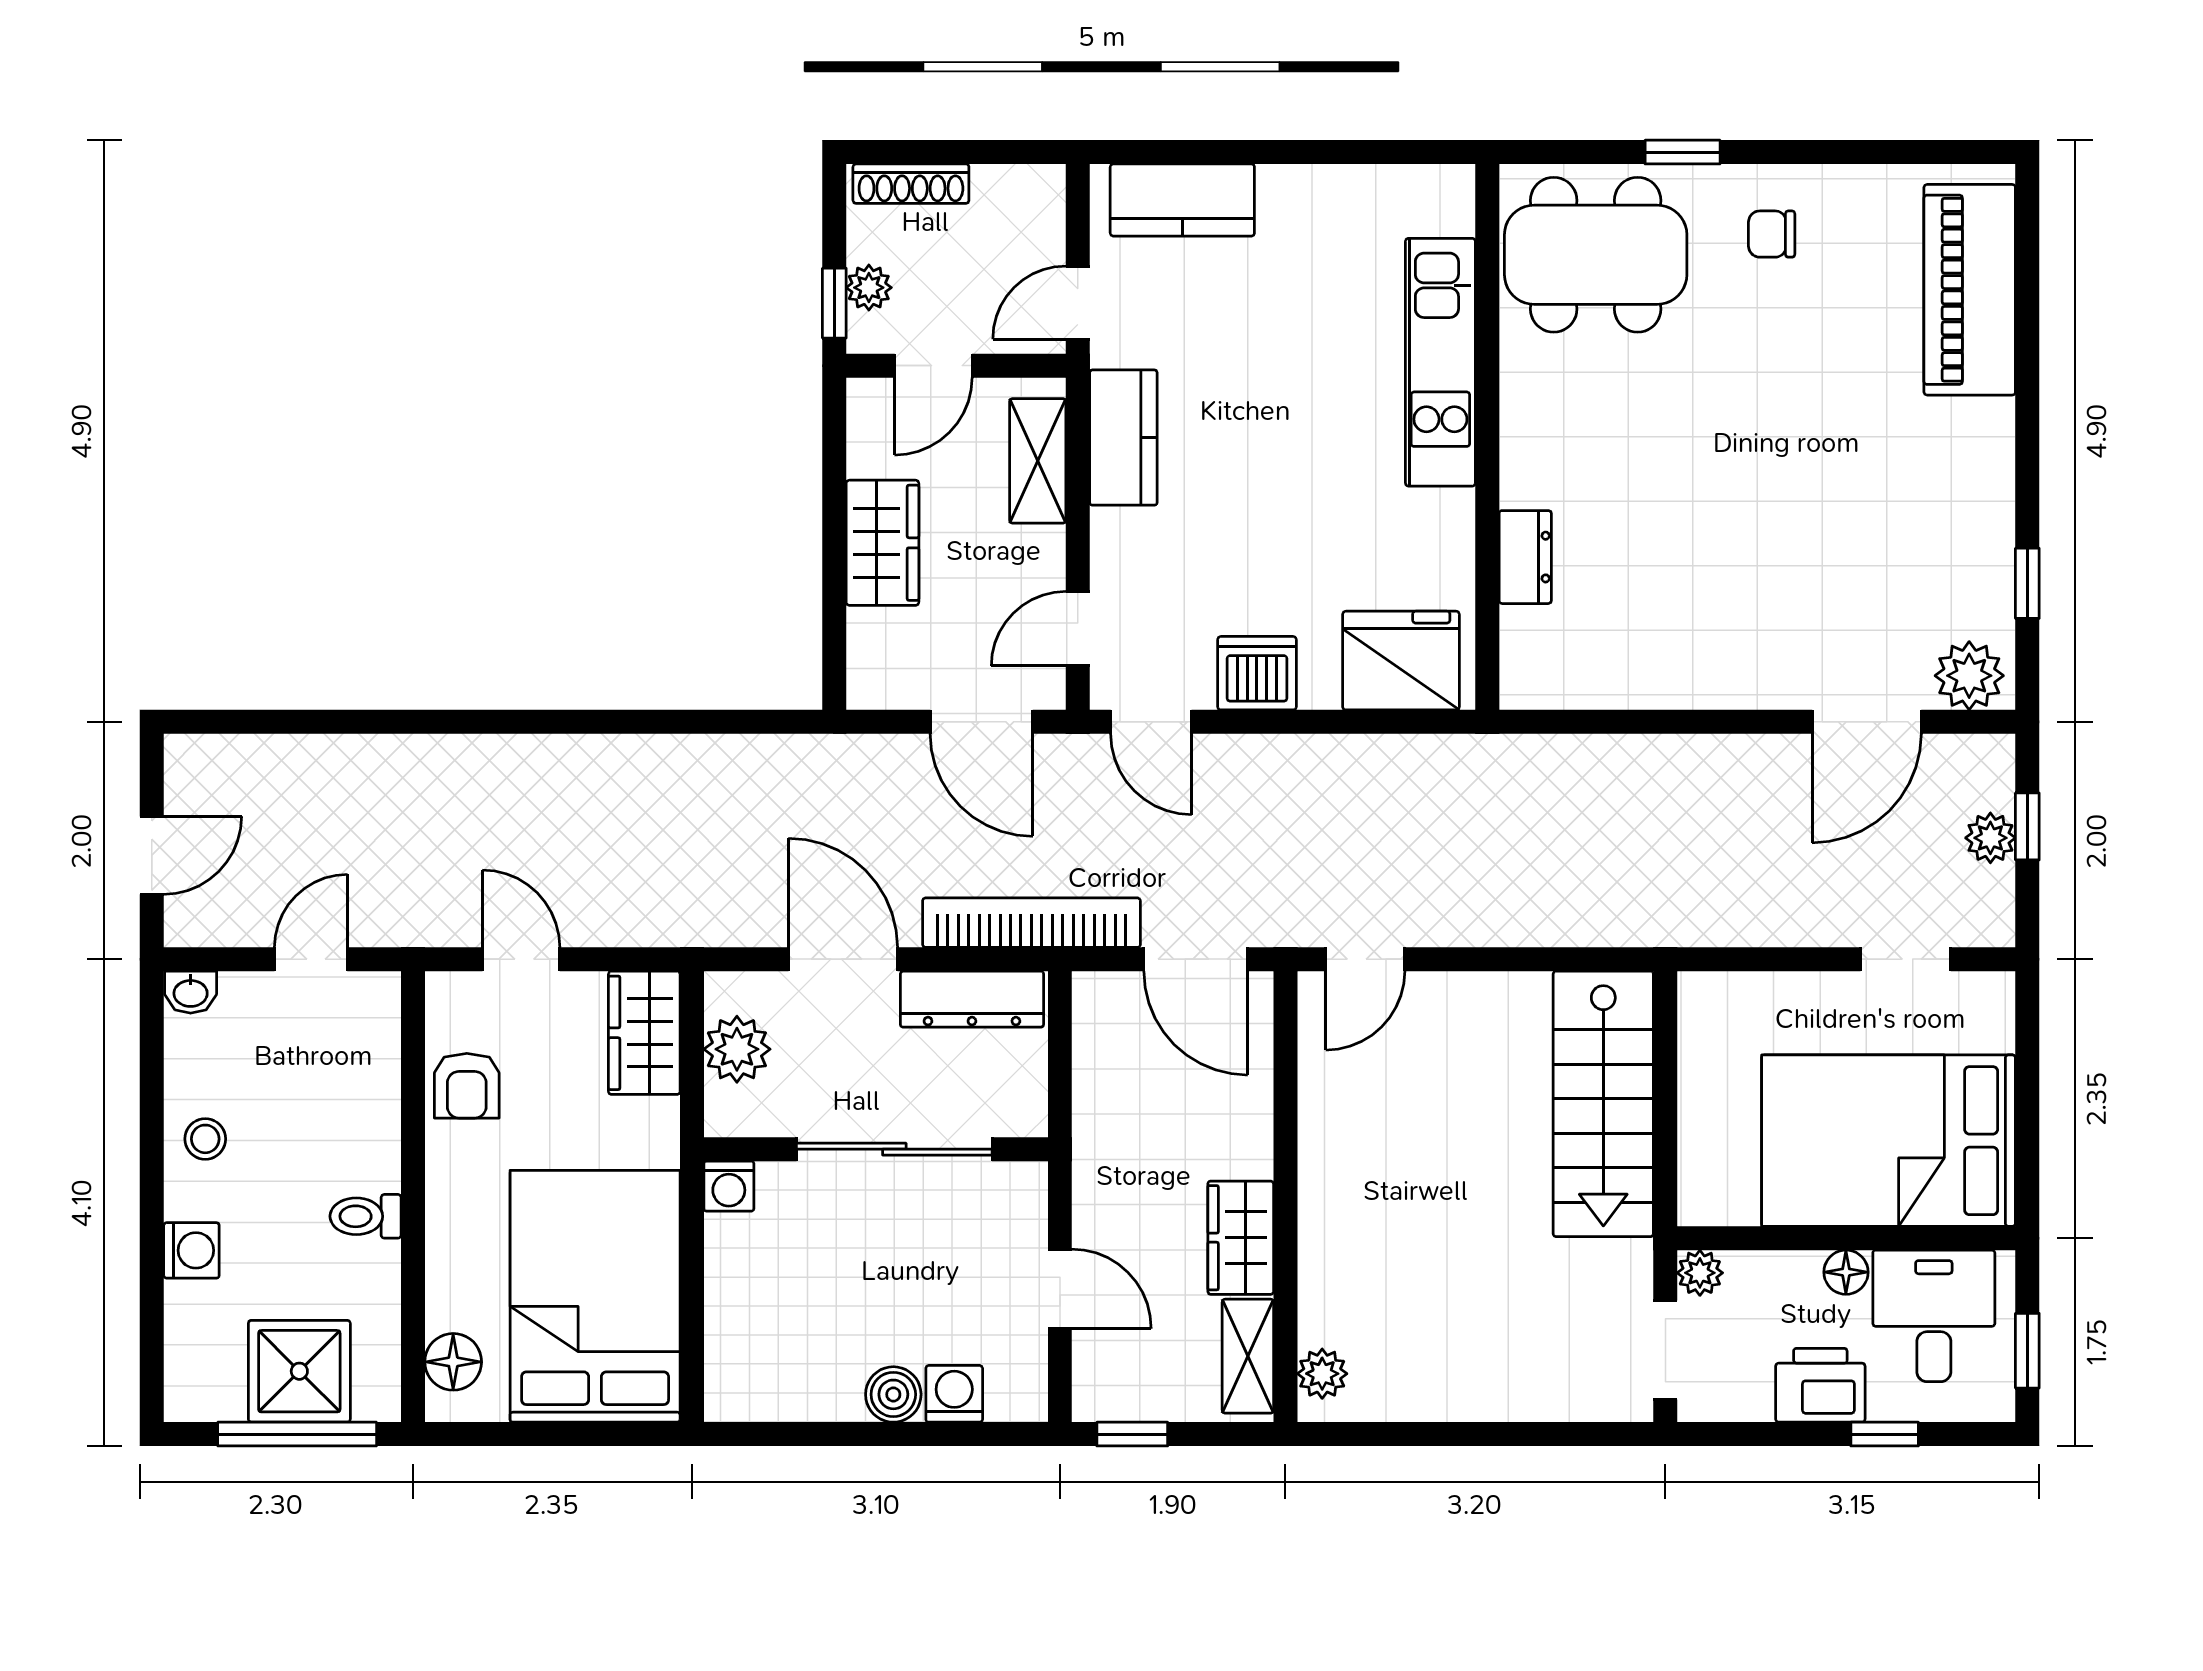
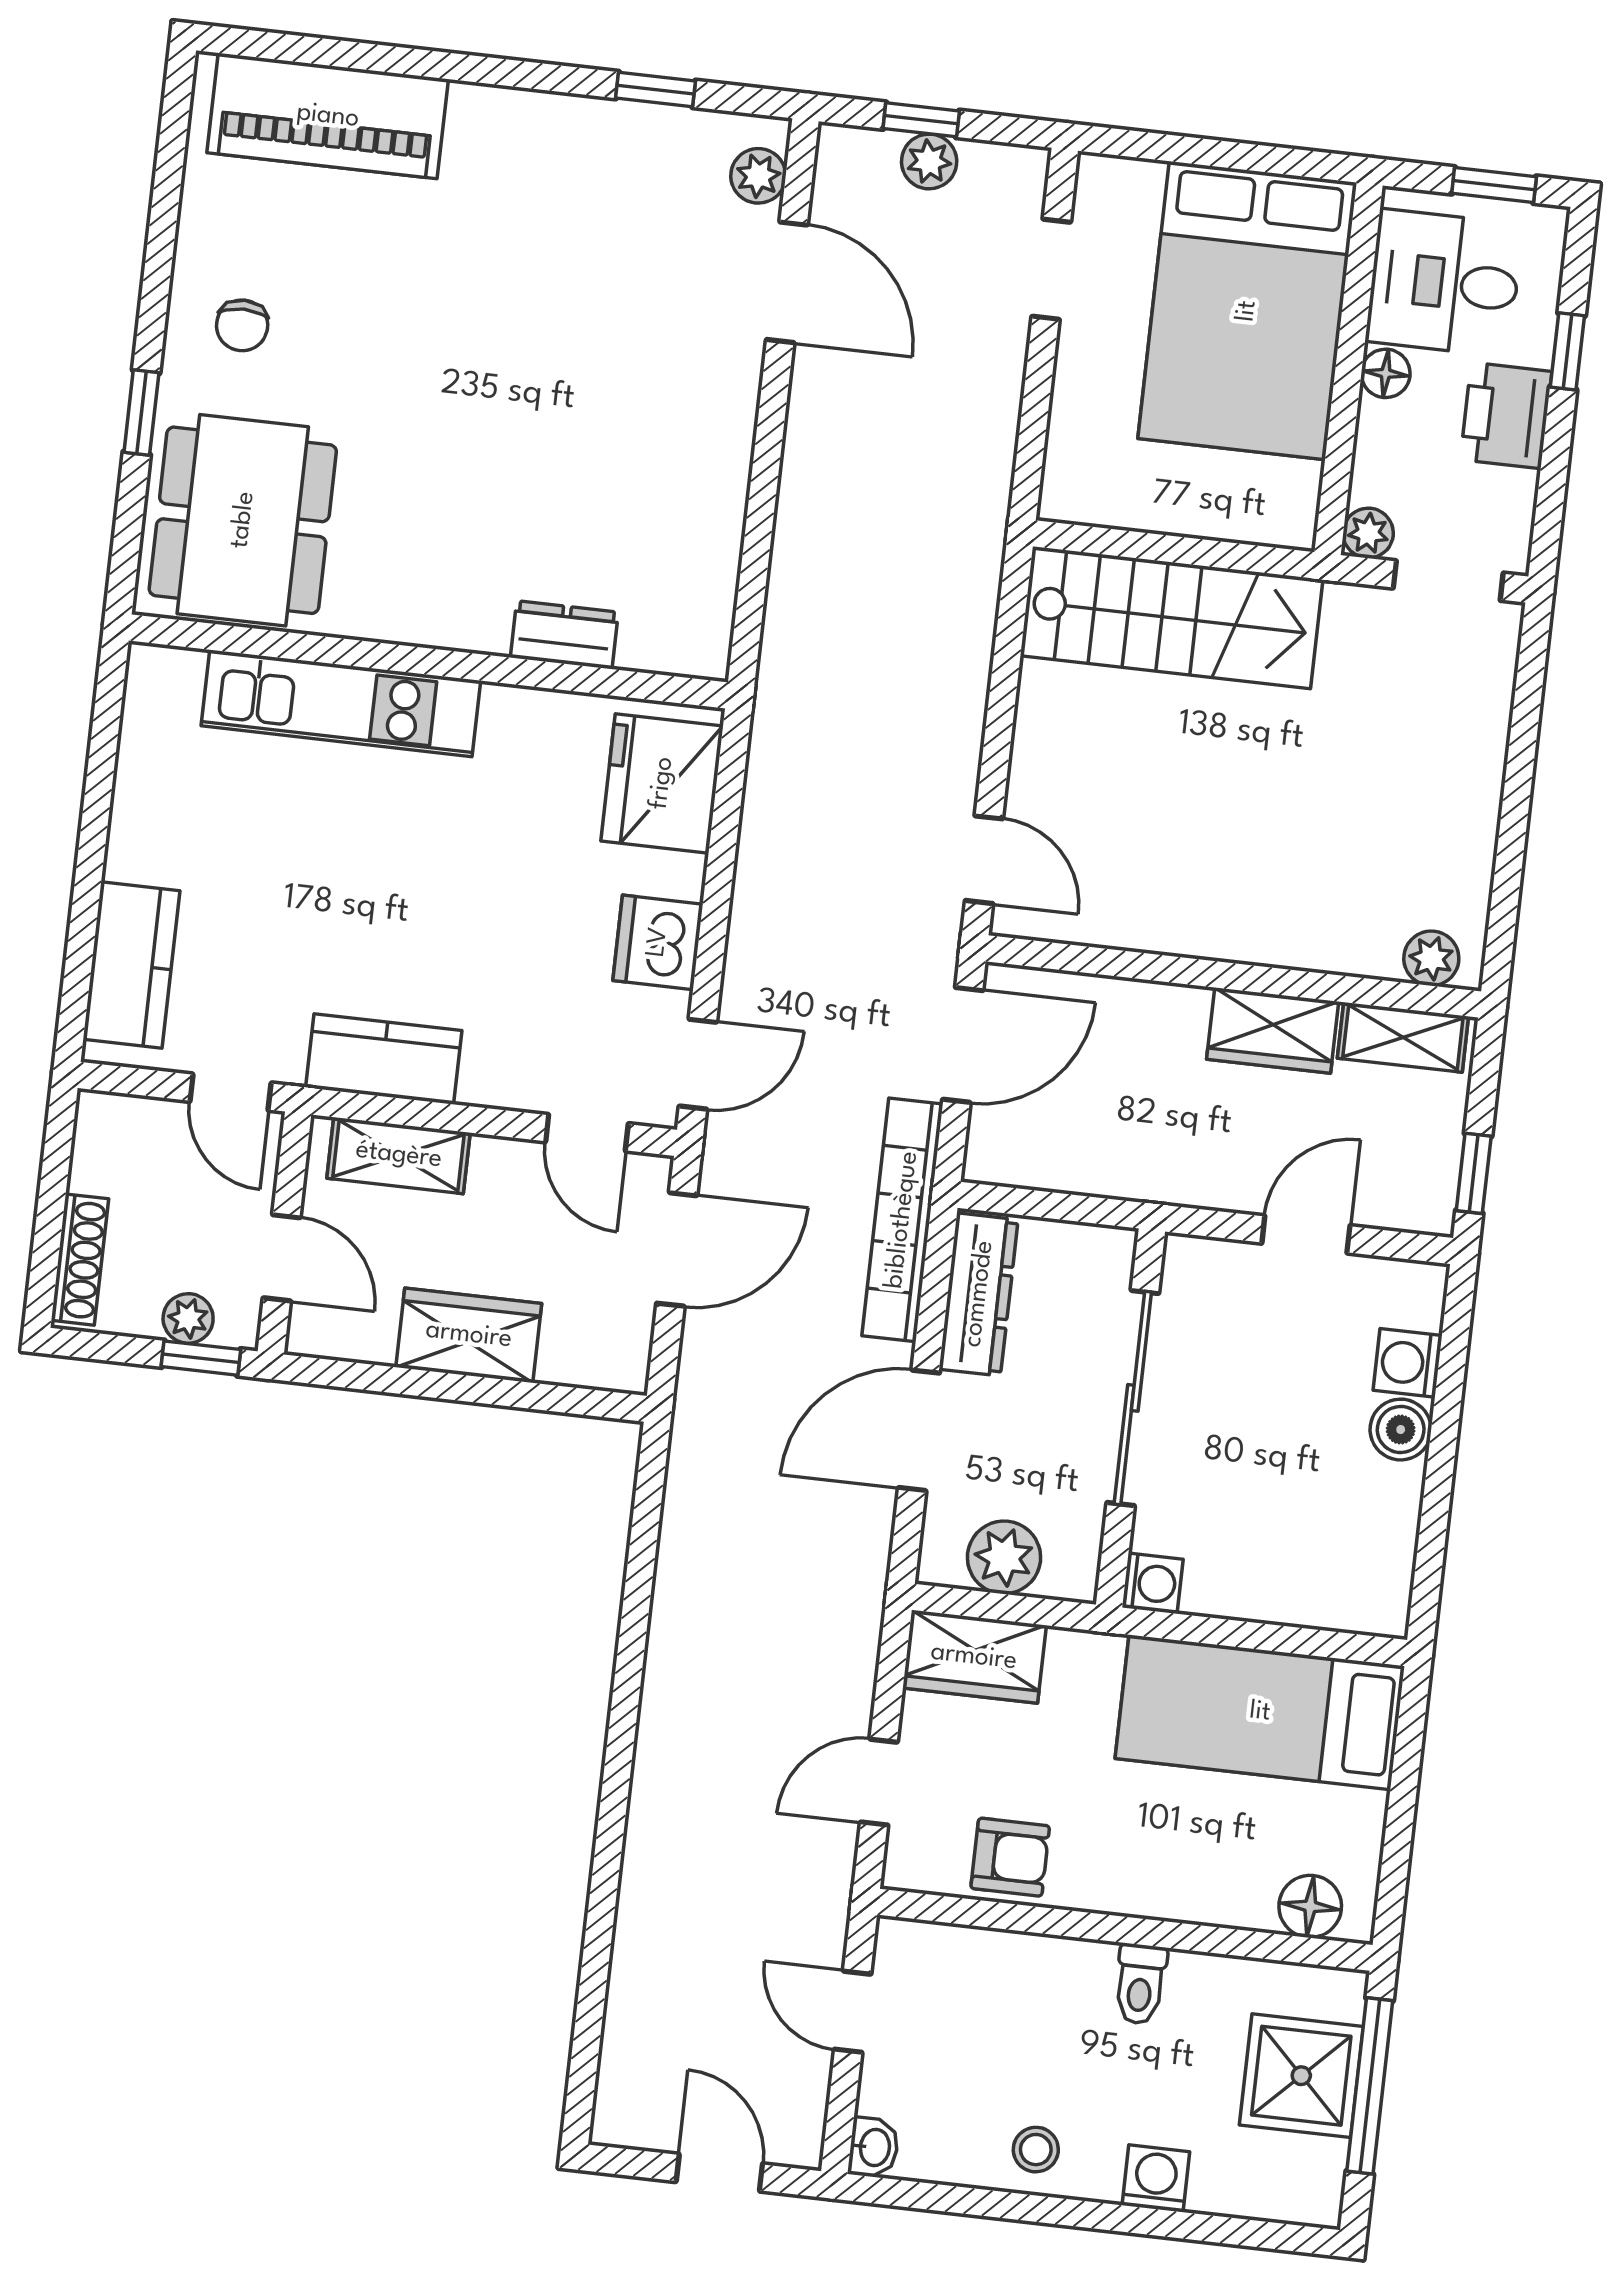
plant: (1969, 676) -> (758, 176), width x0.73, depth x0.73
bed: (595, 1296) -> (1260, 1712), width x0.67

